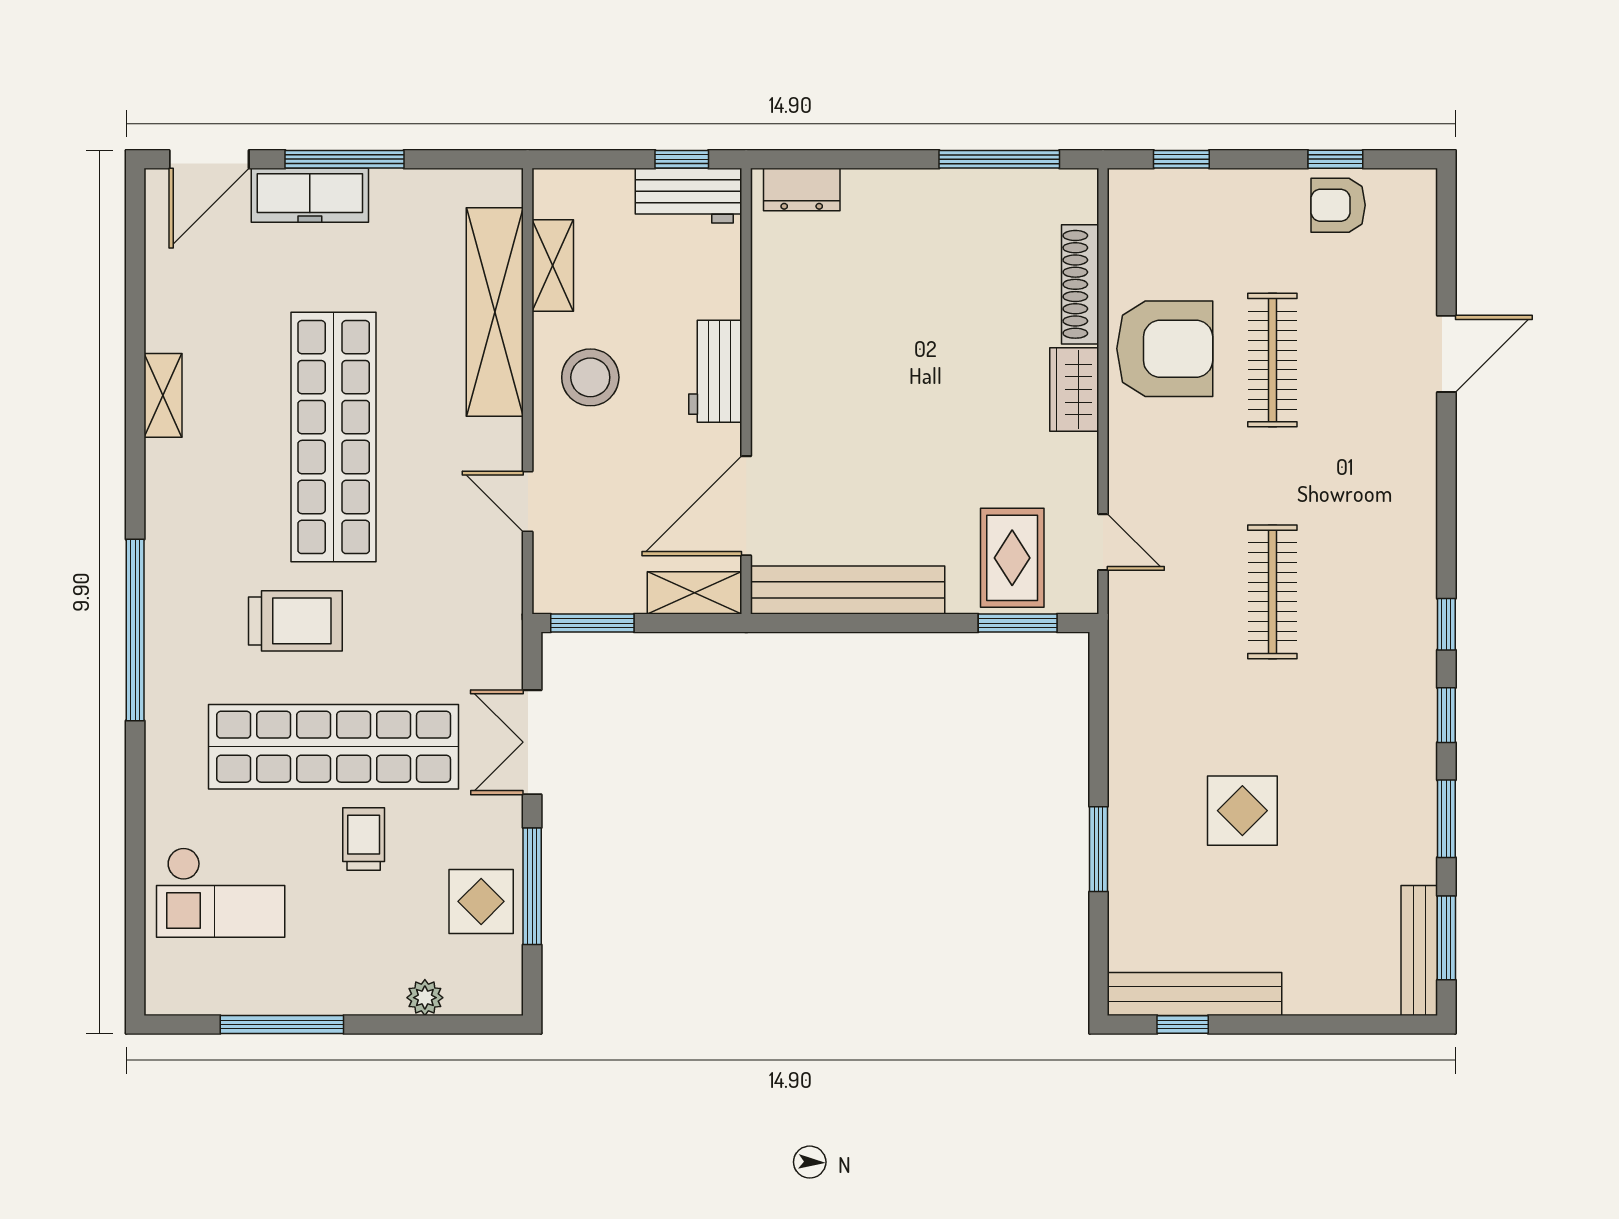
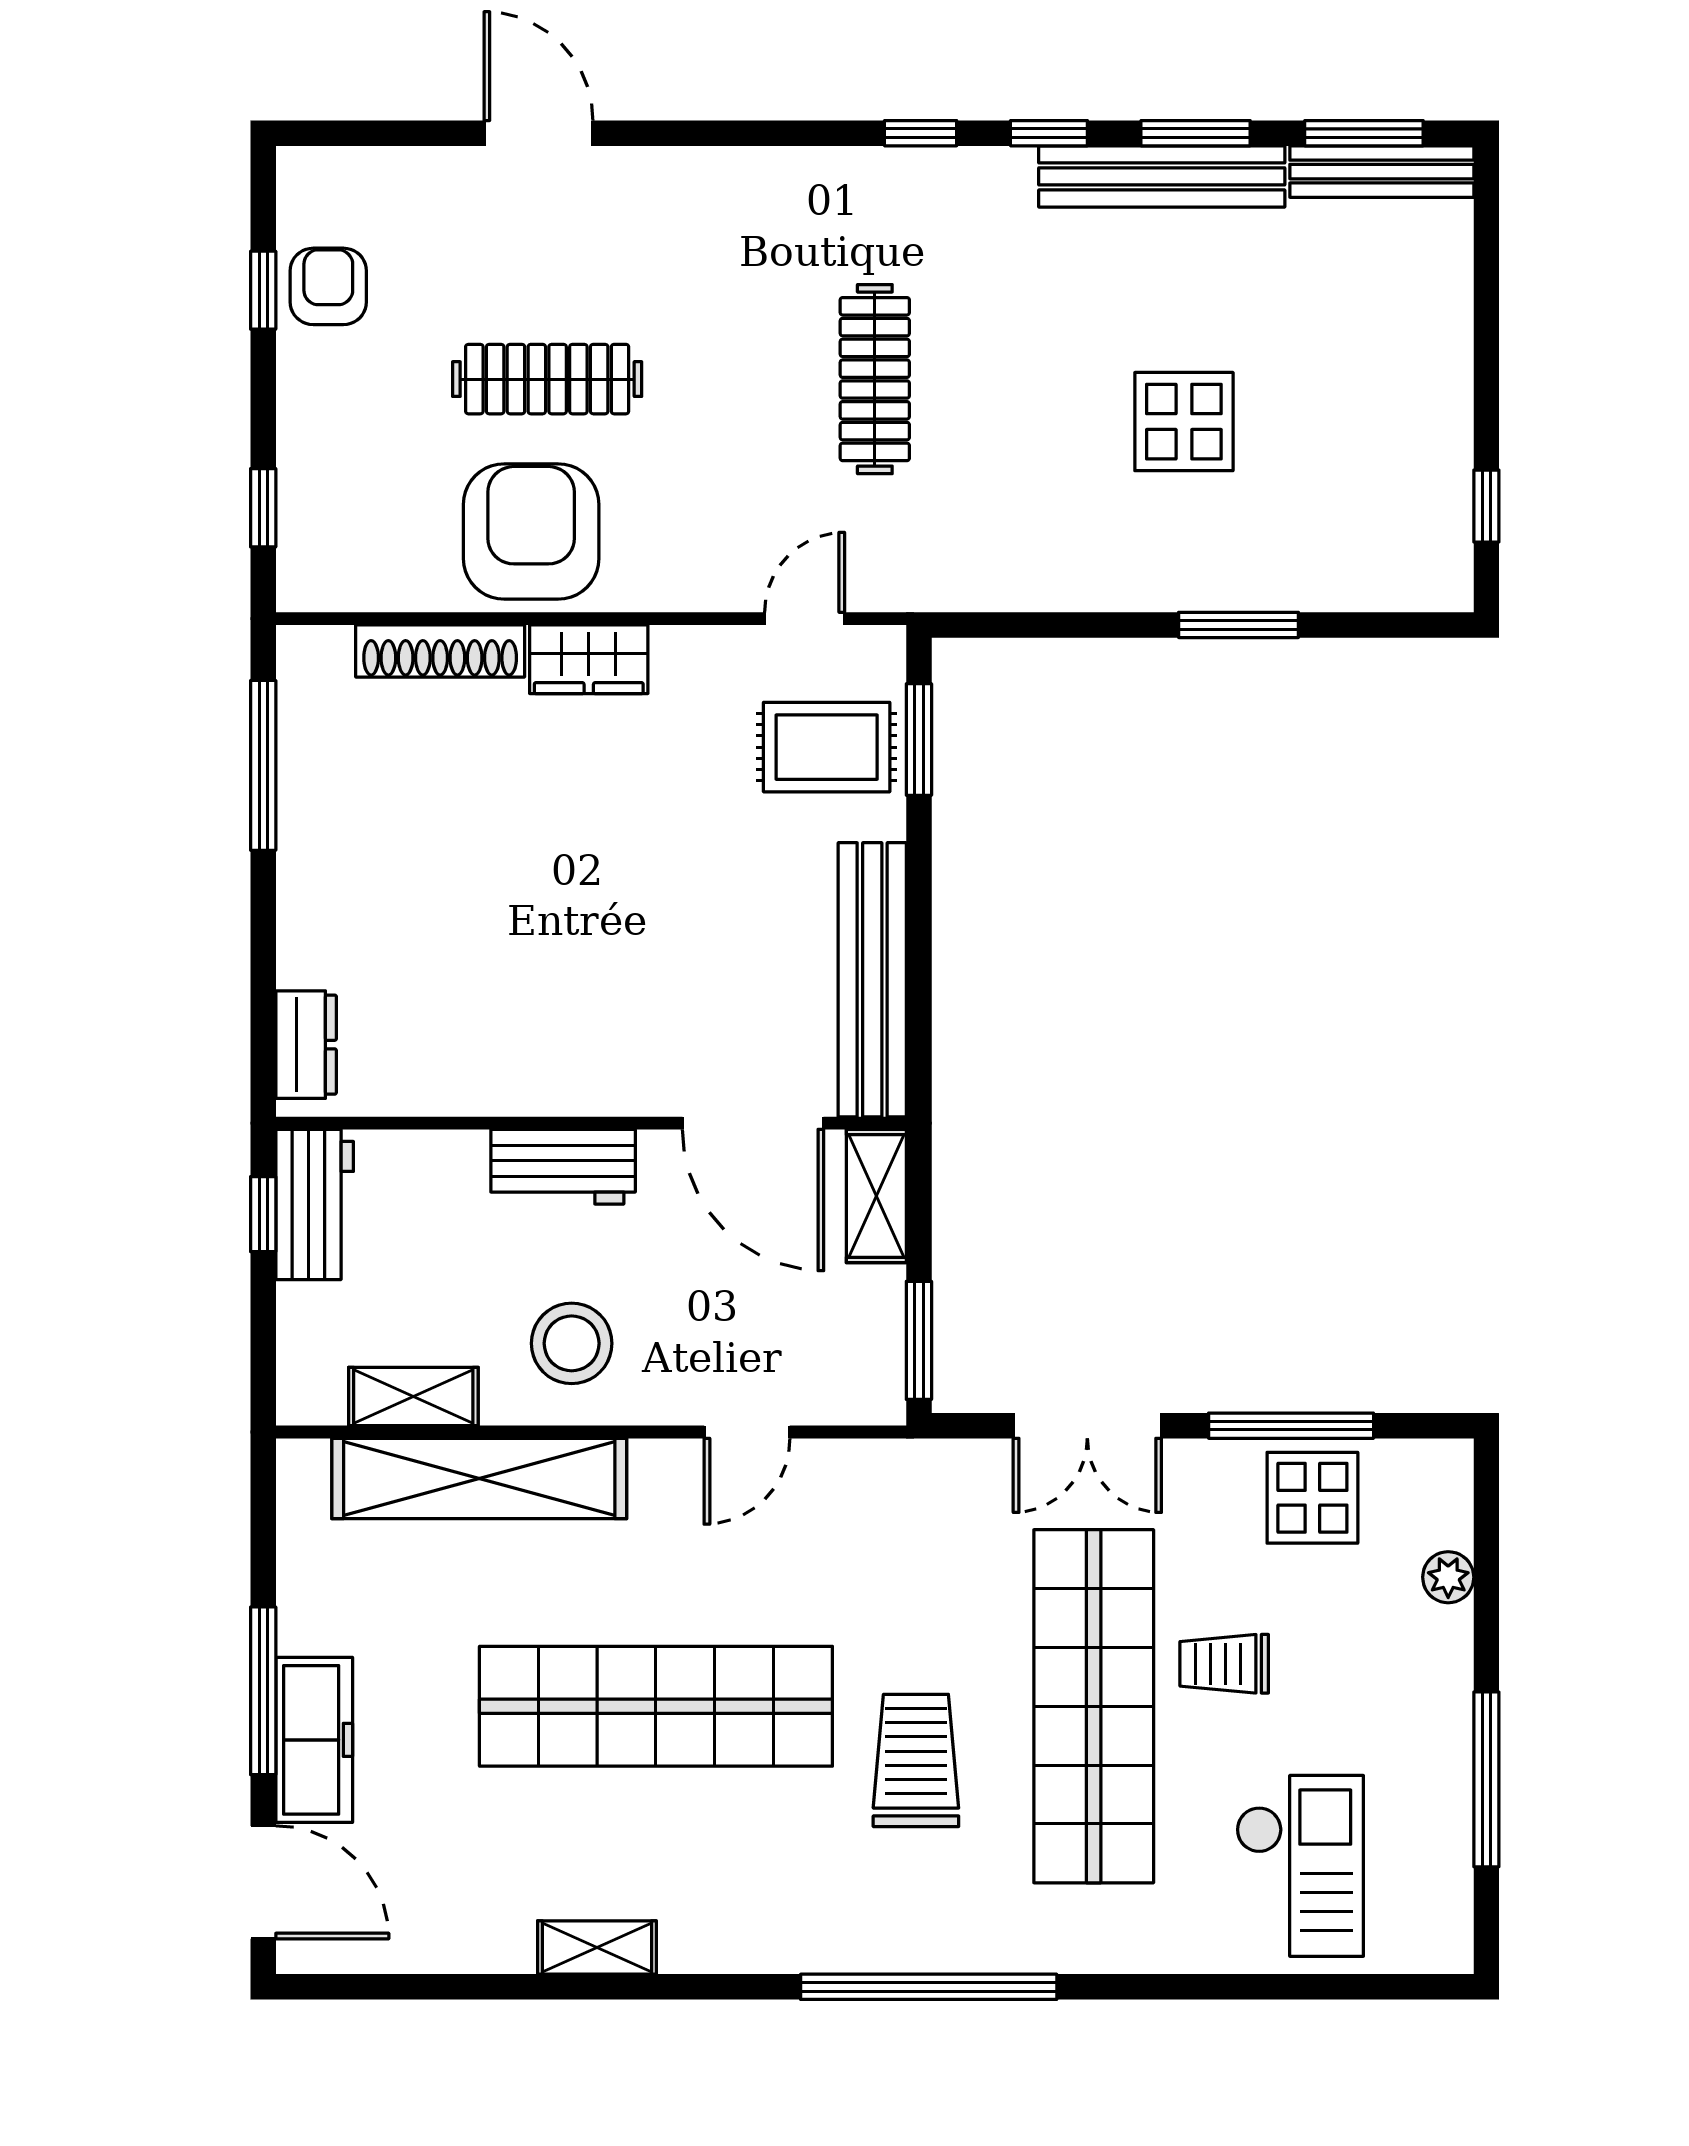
armchair: (1338, 205) -> (328, 286), turned 180
clothes rail: (1272, 592) -> (875, 379), turned 90
bench: (1194, 994) -> (1162, 176), moved, turned 90

